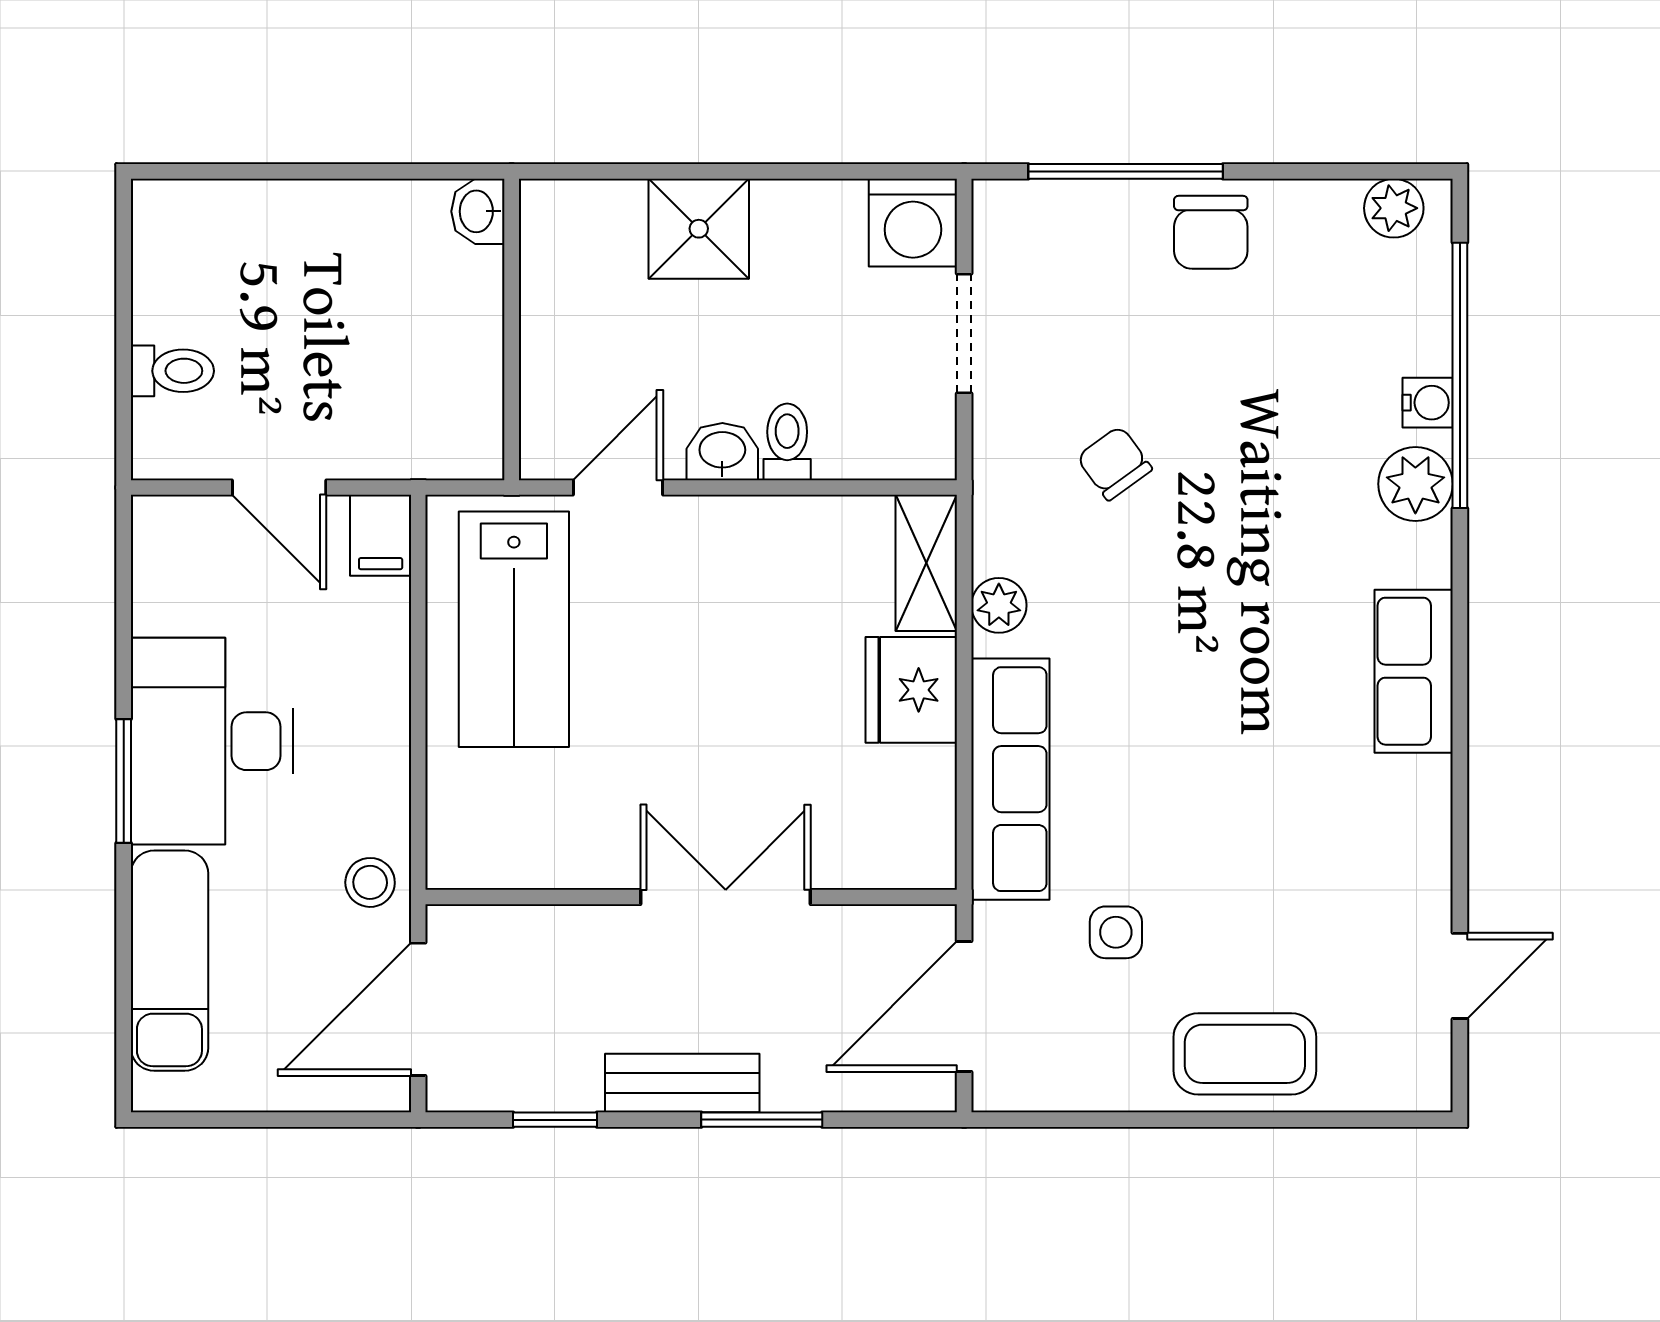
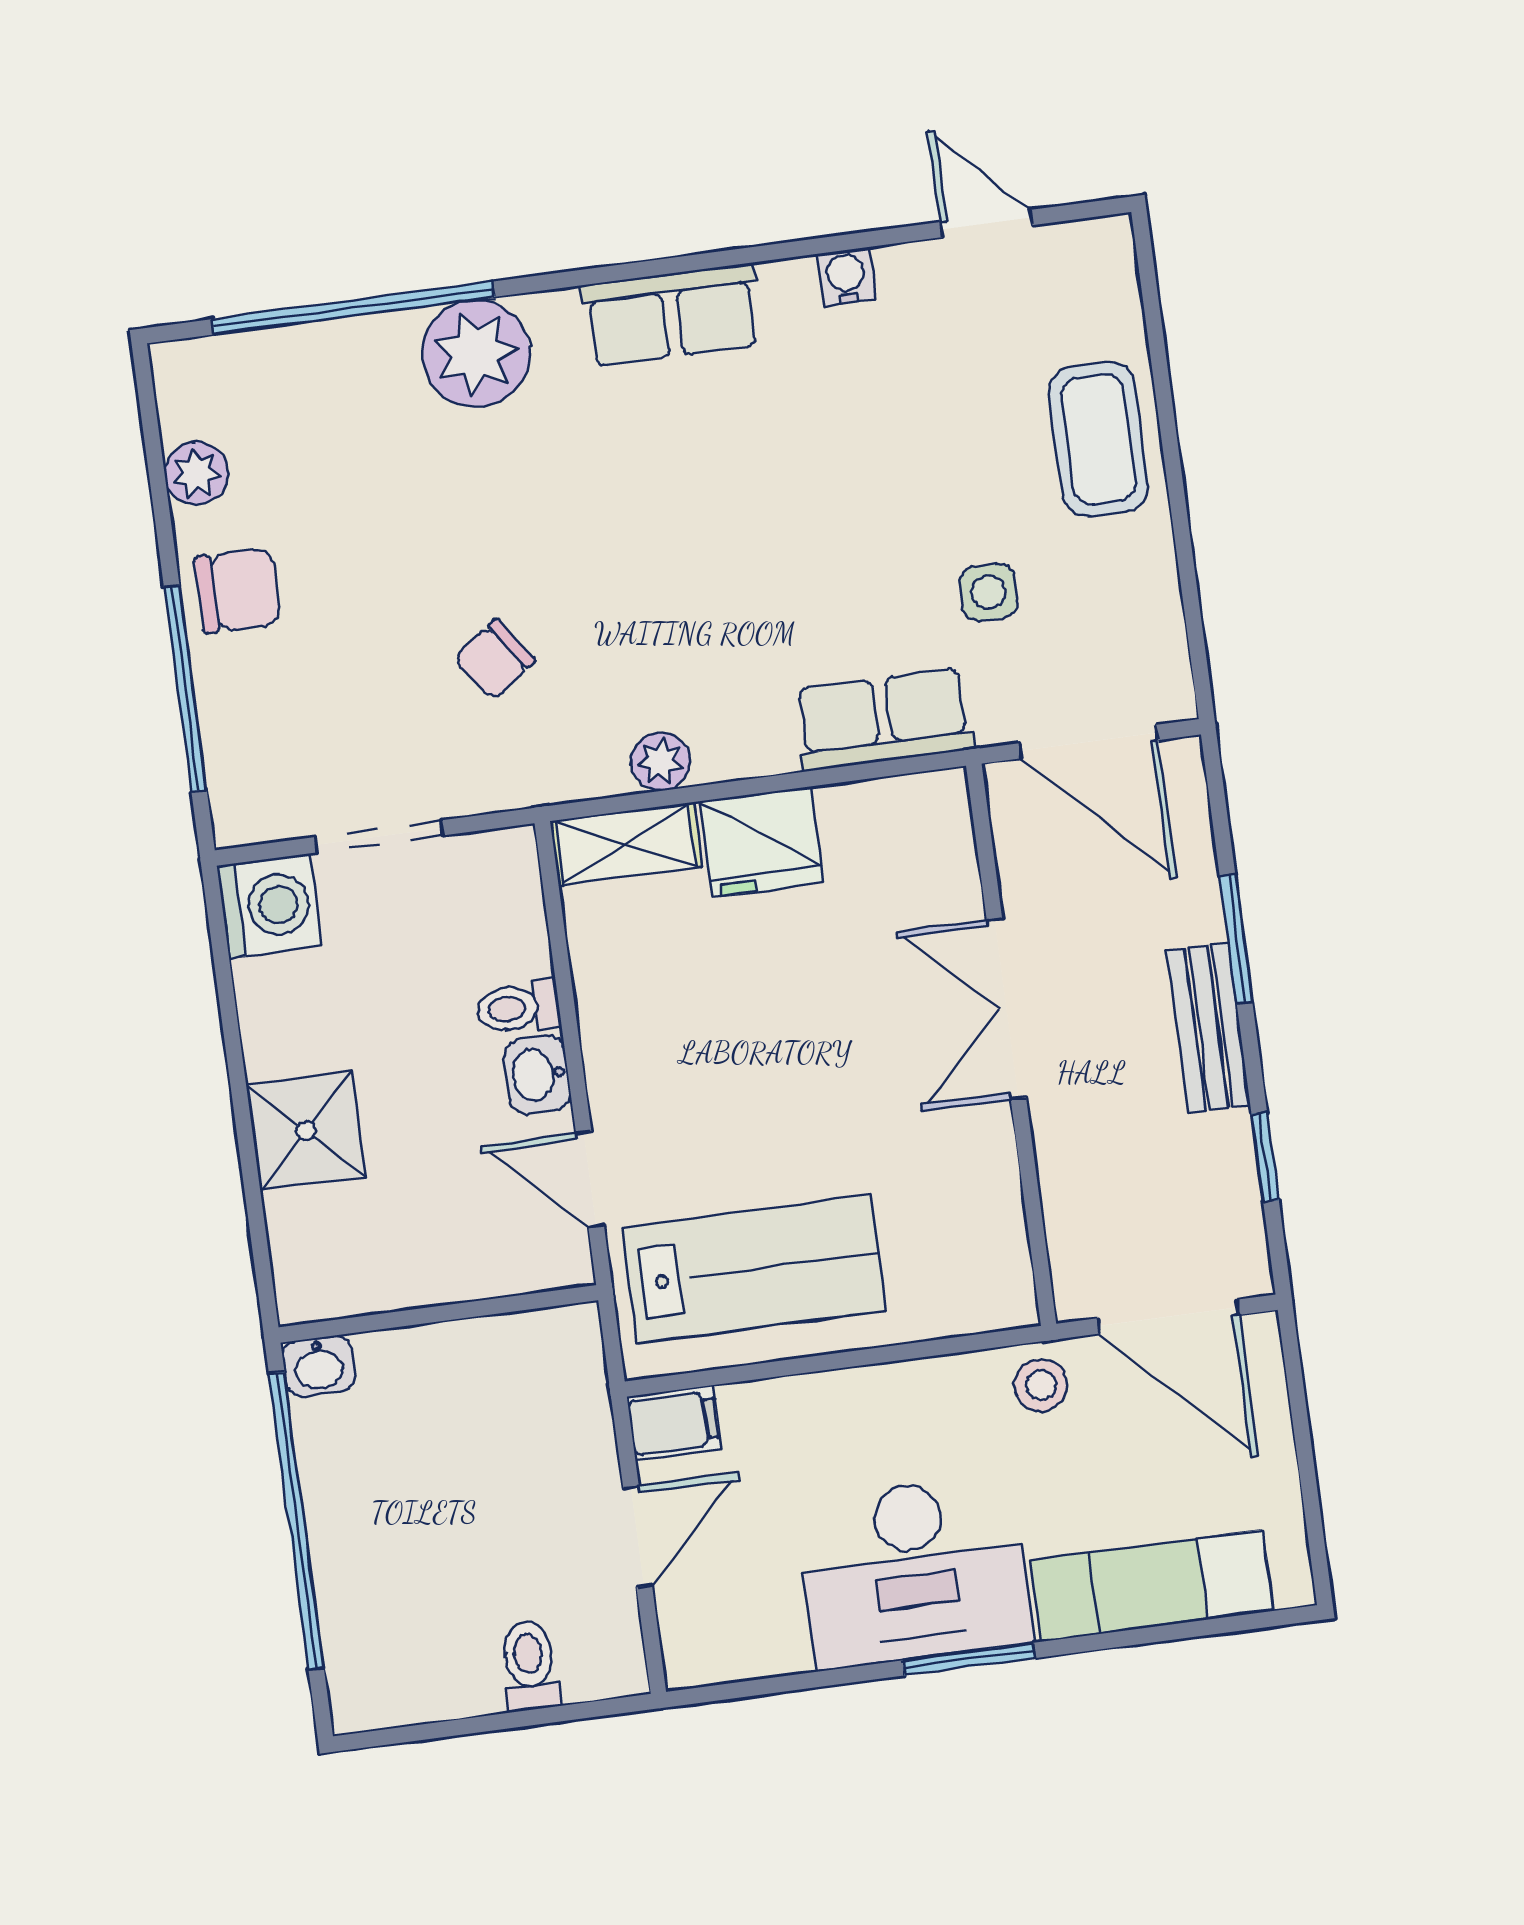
window: (336, 171) -> (296, 1521), added
plant: (1394, 208) -> (196, 473), moved
water cooler: (1428, 403) -> (846, 277), moved
plant: (1415, 484) -> (476, 354), width x1.36, depth x1.36
row of seats: (1010, 779) -> (883, 719), width x0.68

